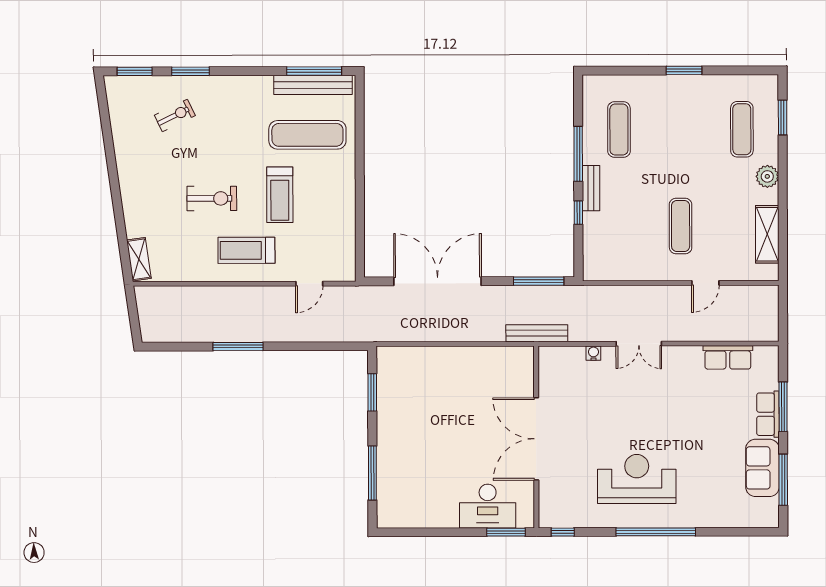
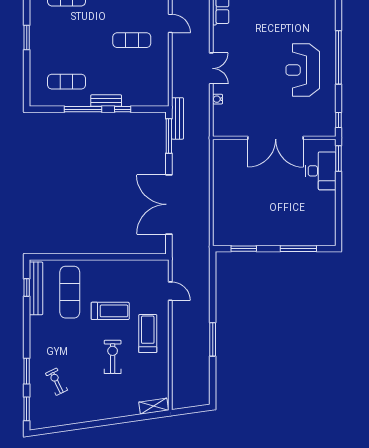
window: (314, 71) -> (27, 288), width x0.46
treadmill: (246, 250) -> (148, 334), turned 180
bench: (537, 333) -> (177, 118), moved

